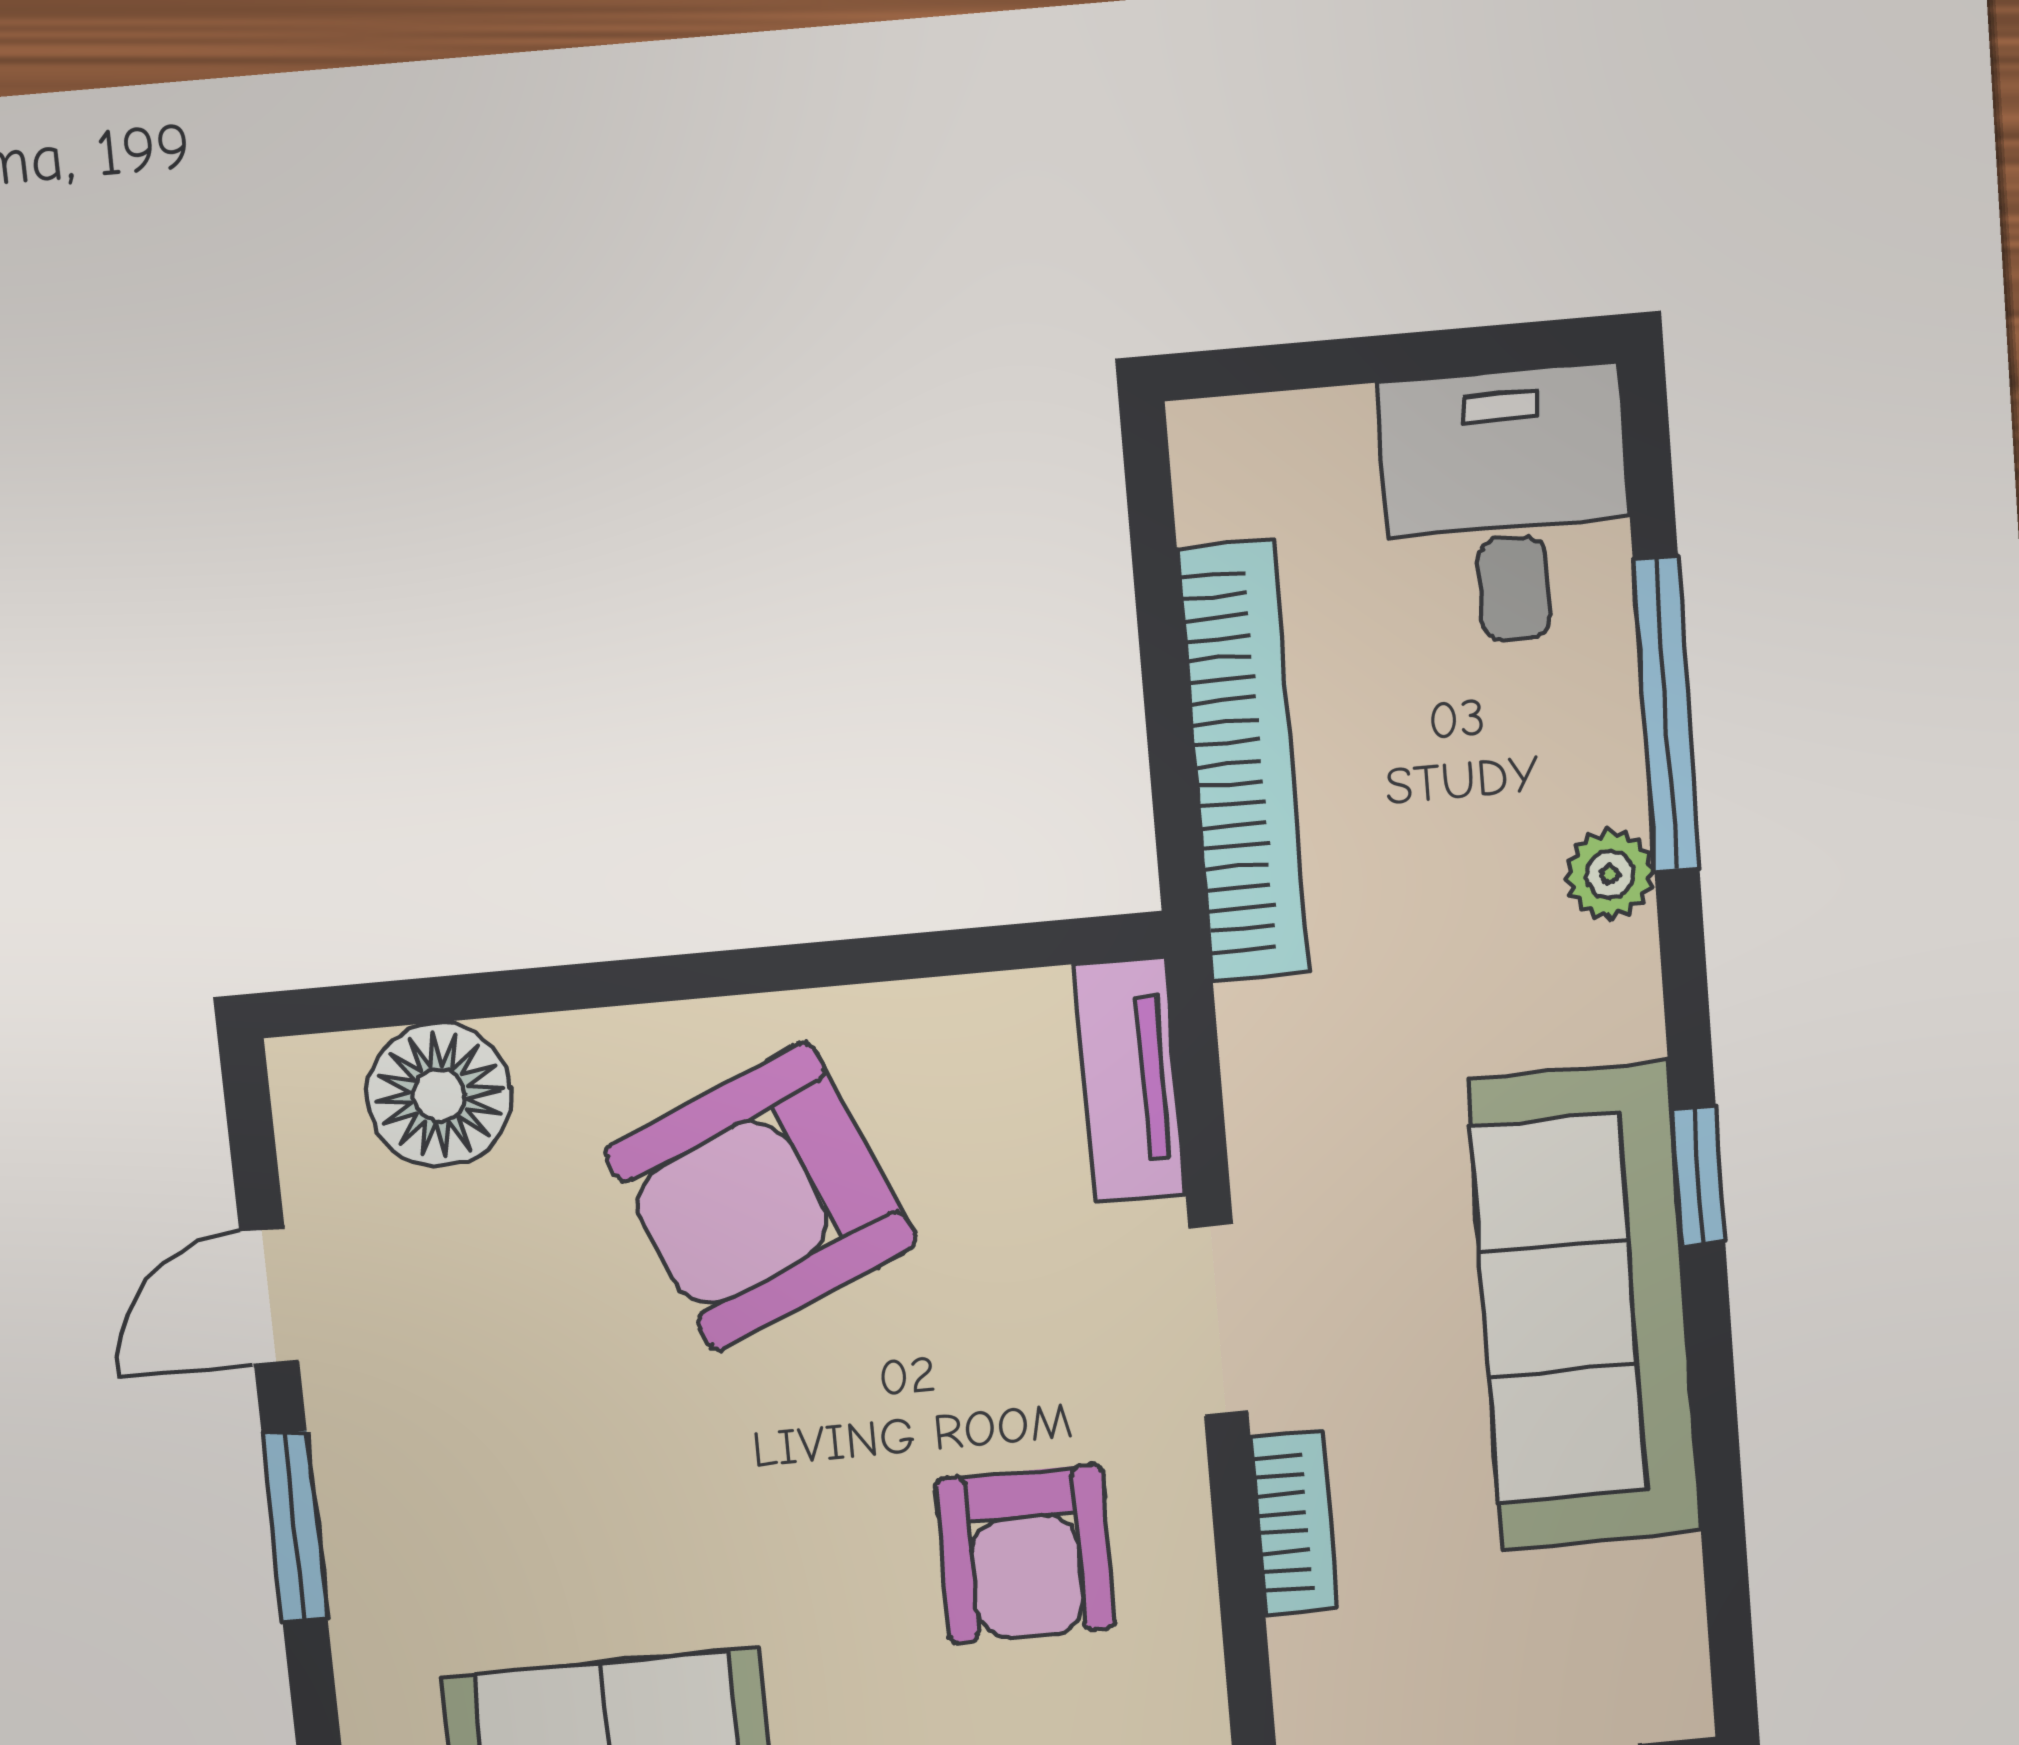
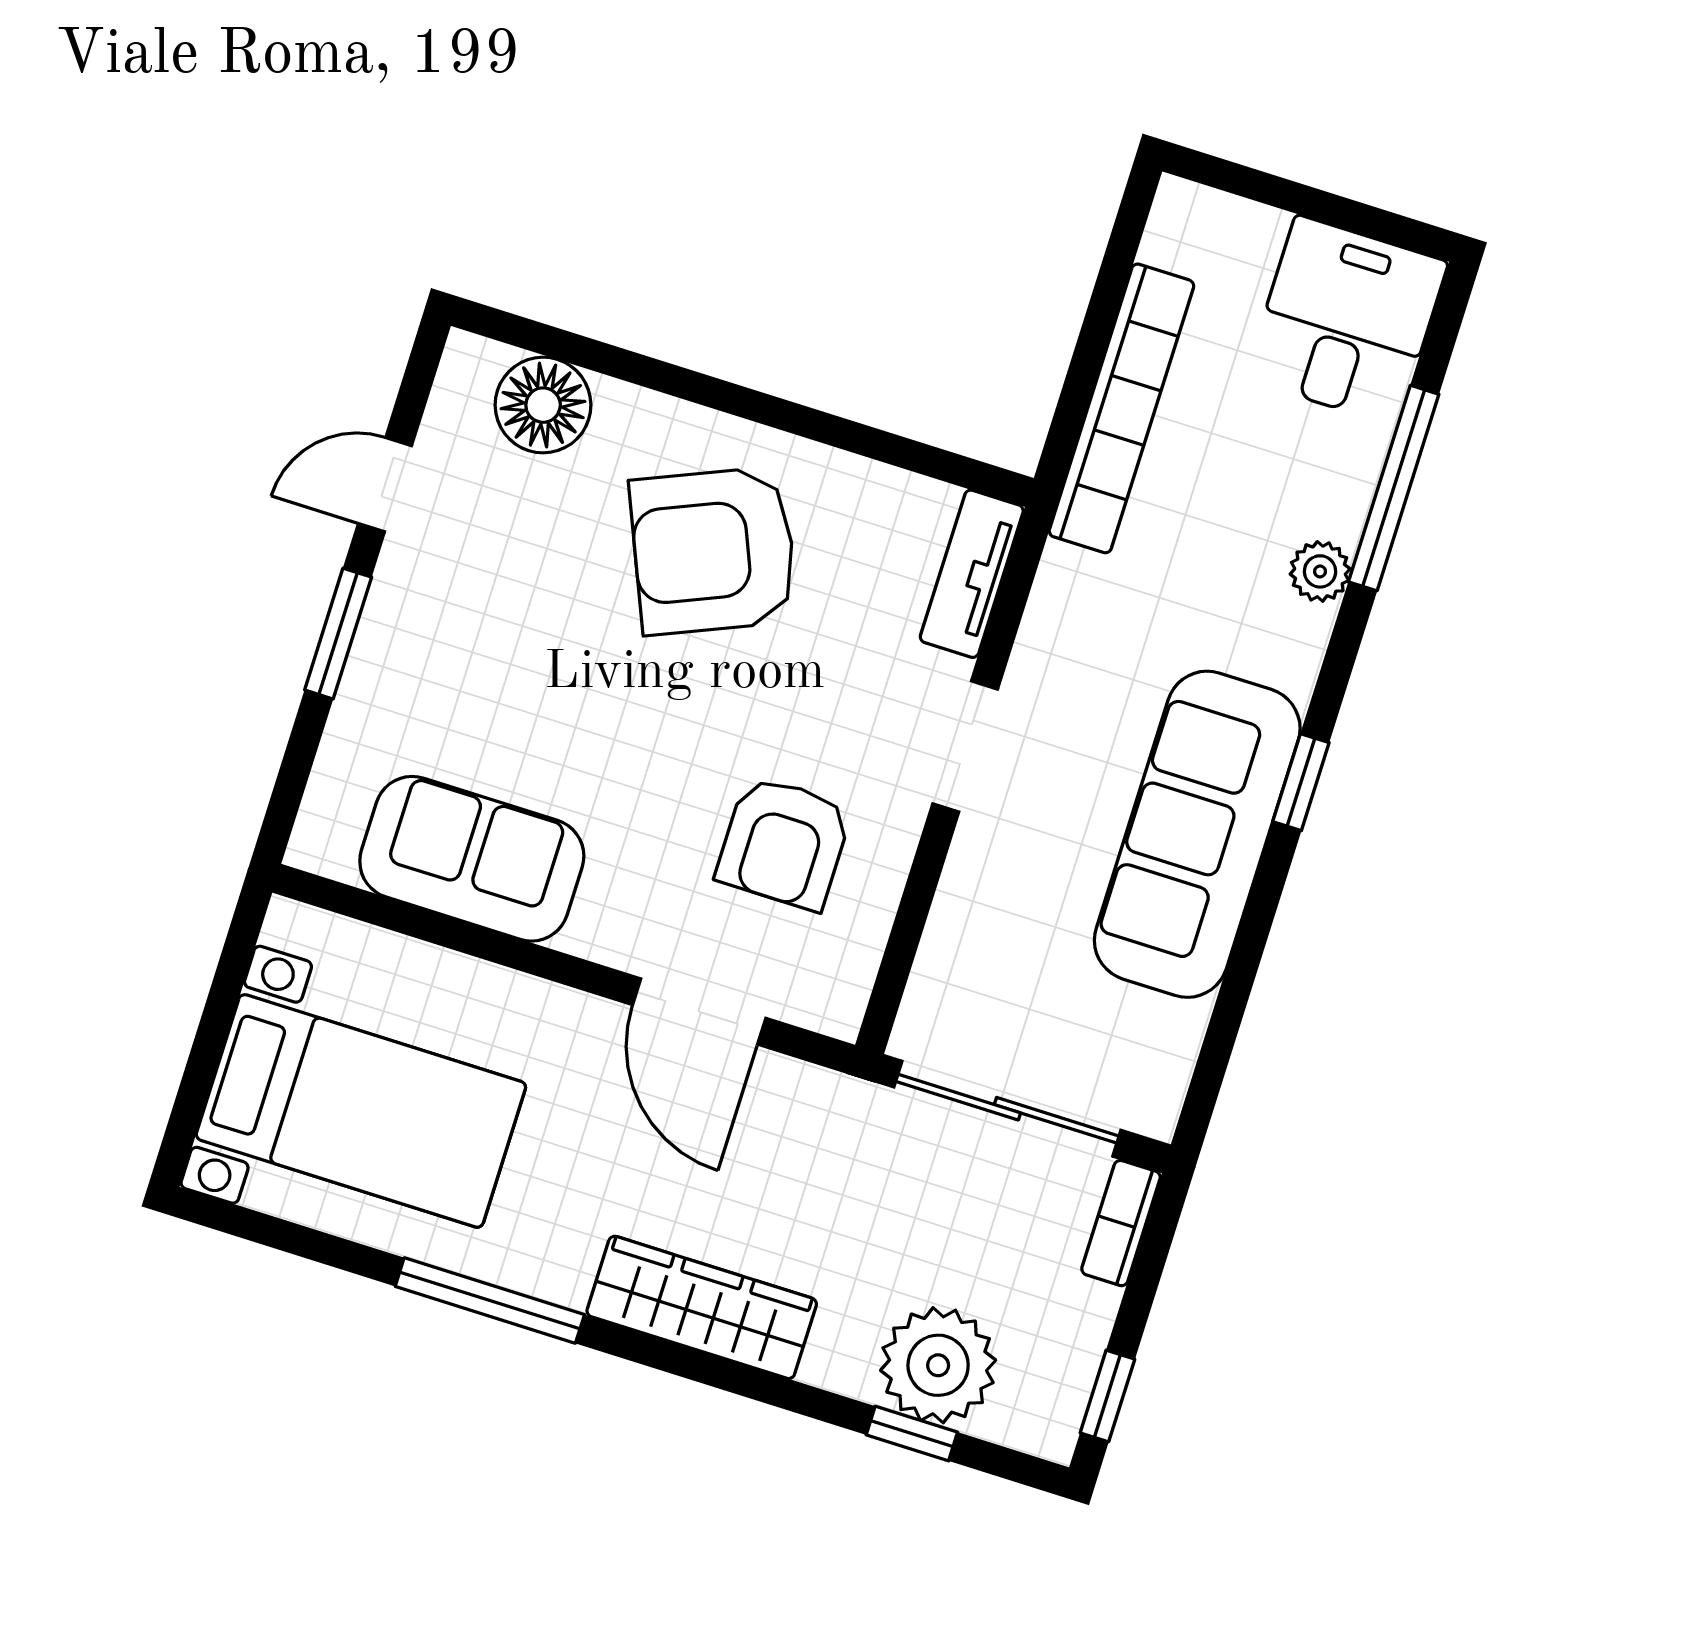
bookcase: (1294, 1522) -> (960, 894), removed

